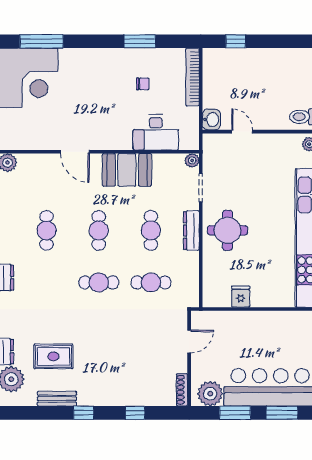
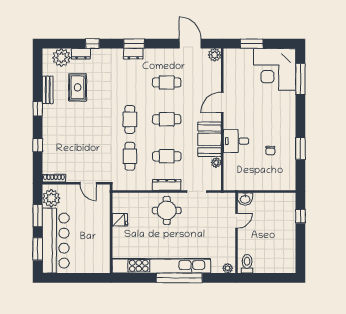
bookcase: (193, 77) -> (275, 186), removed
desk: (156, 132) -> (236, 141), moved, width x0.73
plant: (192, 160) -> (216, 163), moved

